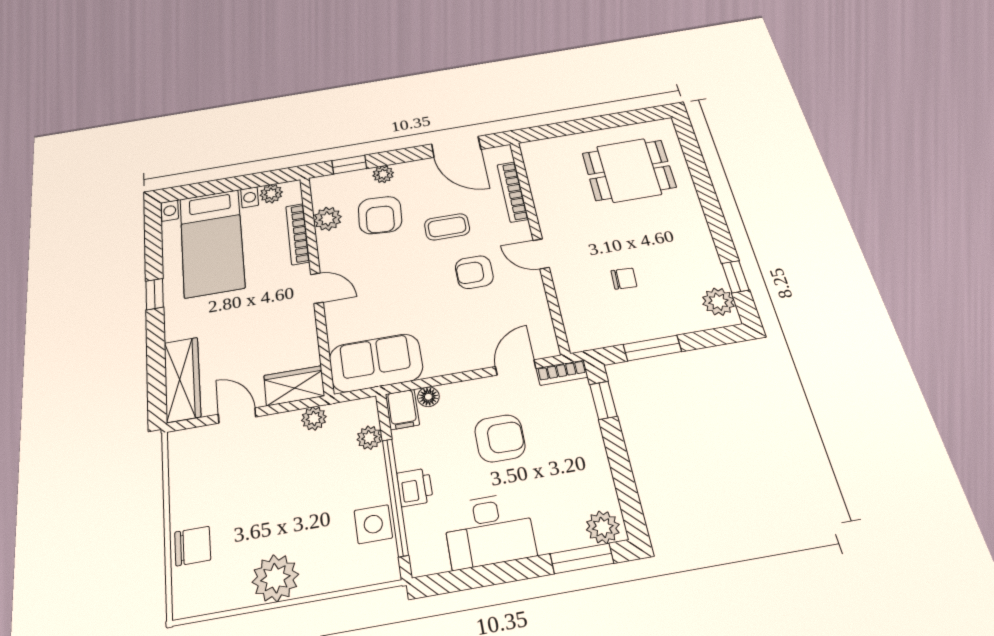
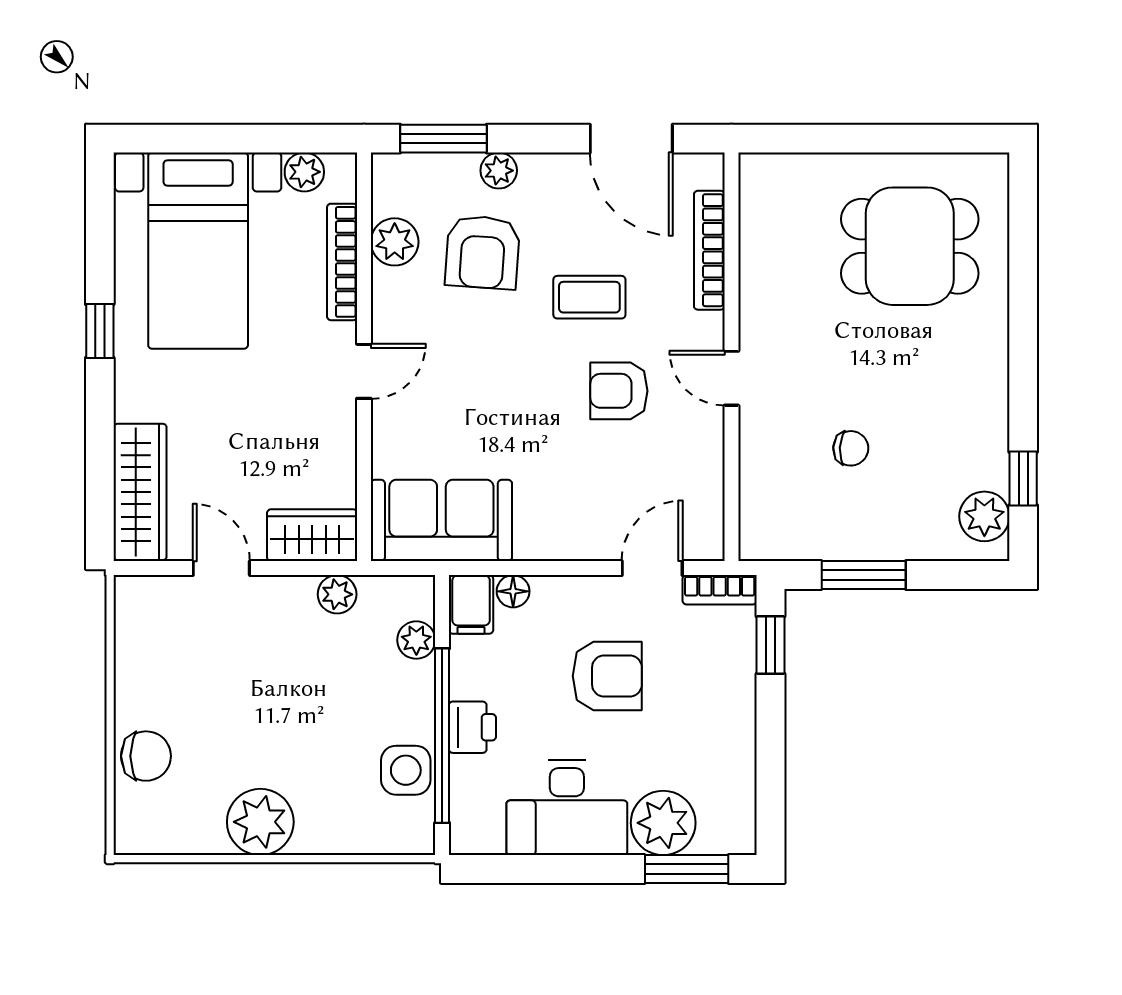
window: (349, 165) -> (443, 139), width x1.50
door: (317, 288) -> (364, 371), hinge flipped
plant: (603, 527) -> (663, 823), moved, width x1.36, depth x1.36

